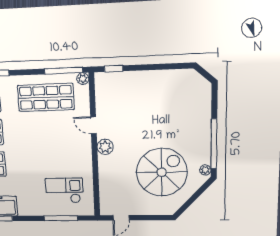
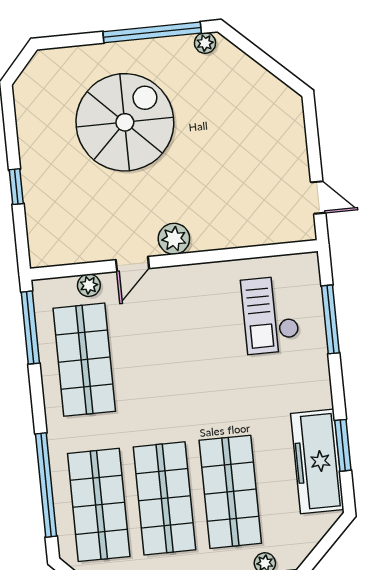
window: (114, 69) -> (16, 187), moved
plant: (83, 79) -> (89, 285), moved
spiral stairs: (162, 172) -> (125, 122), moved, turned 90

